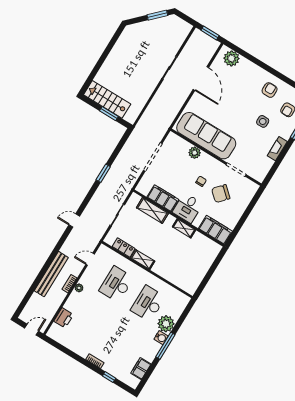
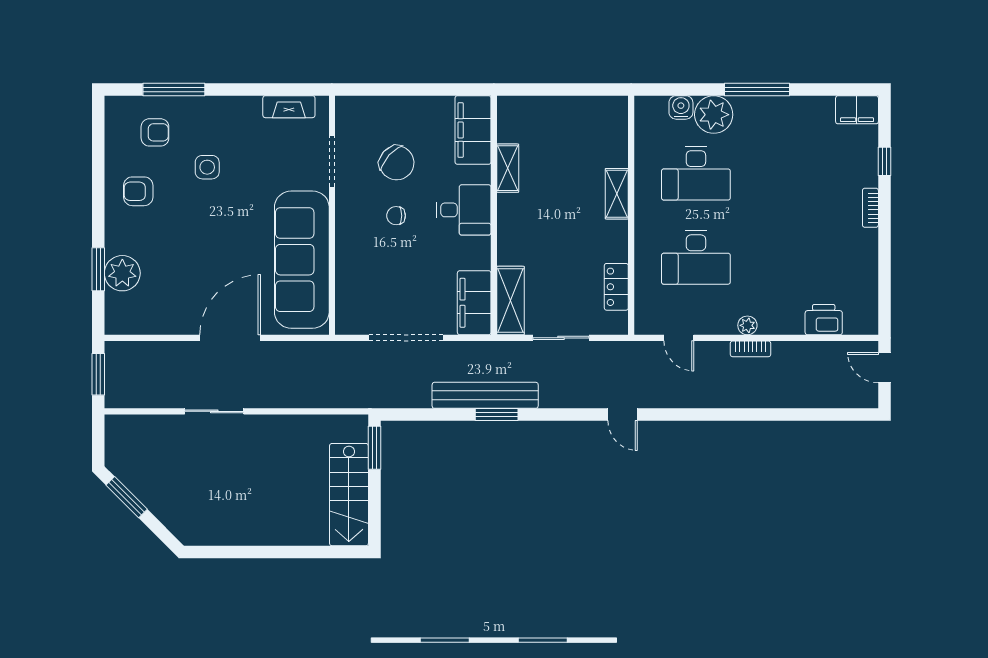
window: (249, 57) -> (98, 269), added
plant: (231, 58) -> (122, 273), moved
door: (201, 79) -> (230, 338), moved
window: (109, 114) -> (374, 448), moved
fireplace: (277, 149) -> (289, 107), moved
plant: (195, 153) -> (348, 262), removed
filing cabinet: (163, 198) -> (474, 303), moved
shelving: (152, 211) -> (511, 301), moved
shelving: (184, 228) -> (508, 168), moved
shelving: (143, 259) -> (617, 194), moved
bench: (51, 274) -> (485, 395), moved
water cooler: (161, 338) -> (681, 107), moved
filing cabinet: (141, 369) -> (857, 110), moved

